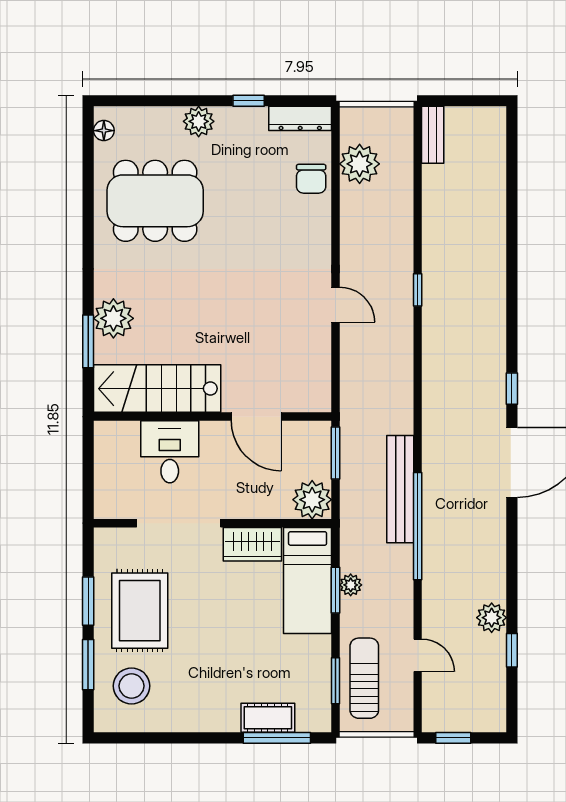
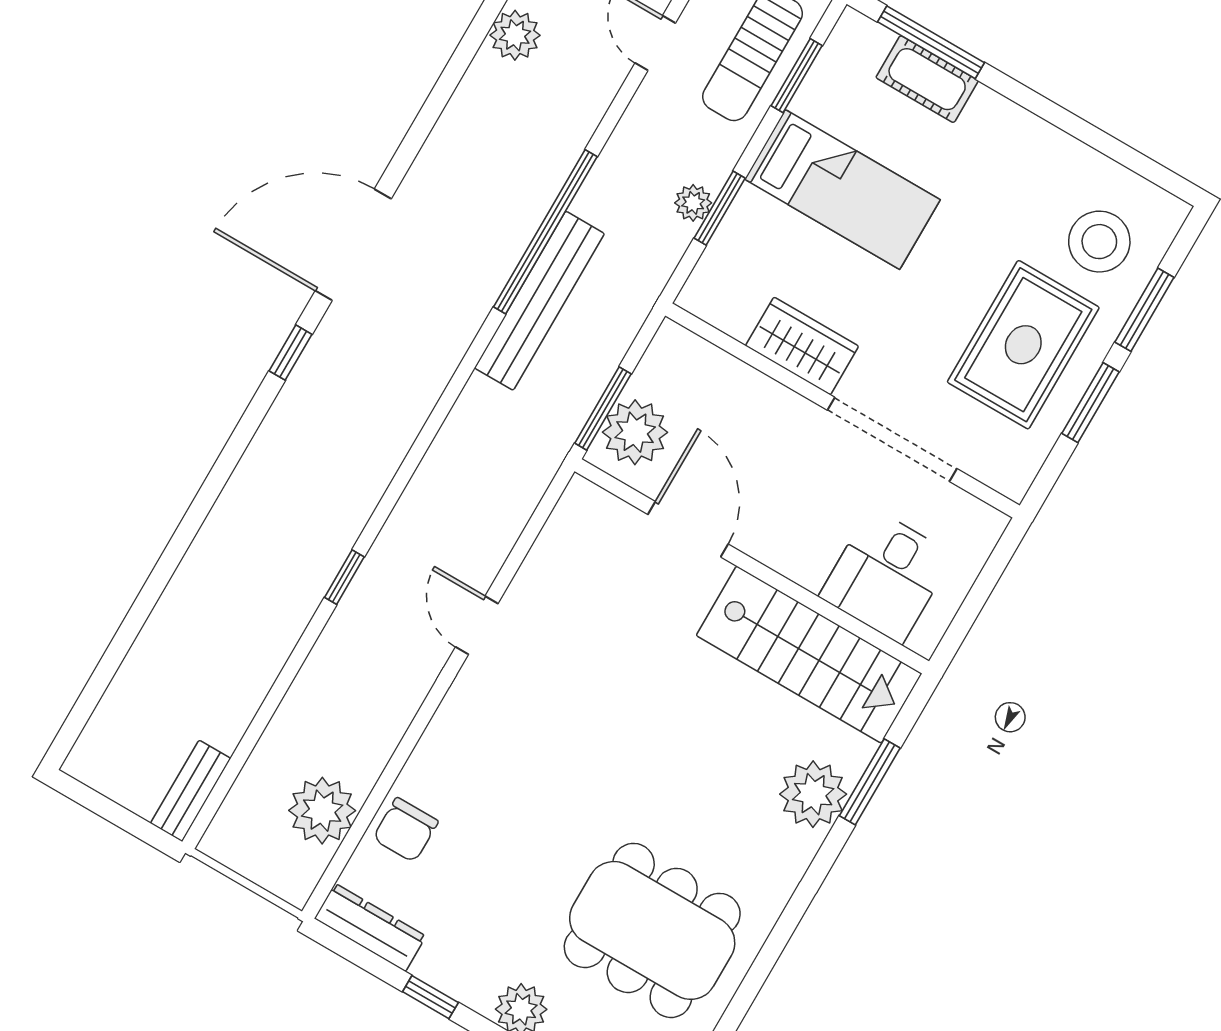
chair: (311, 179) -> (406, 830), turned 180
desk: (170, 452) -> (886, 576), moved
plant: (312, 500) -> (635, 432), moved
bed: (308, 580) -> (842, 189), moved, turned 90

